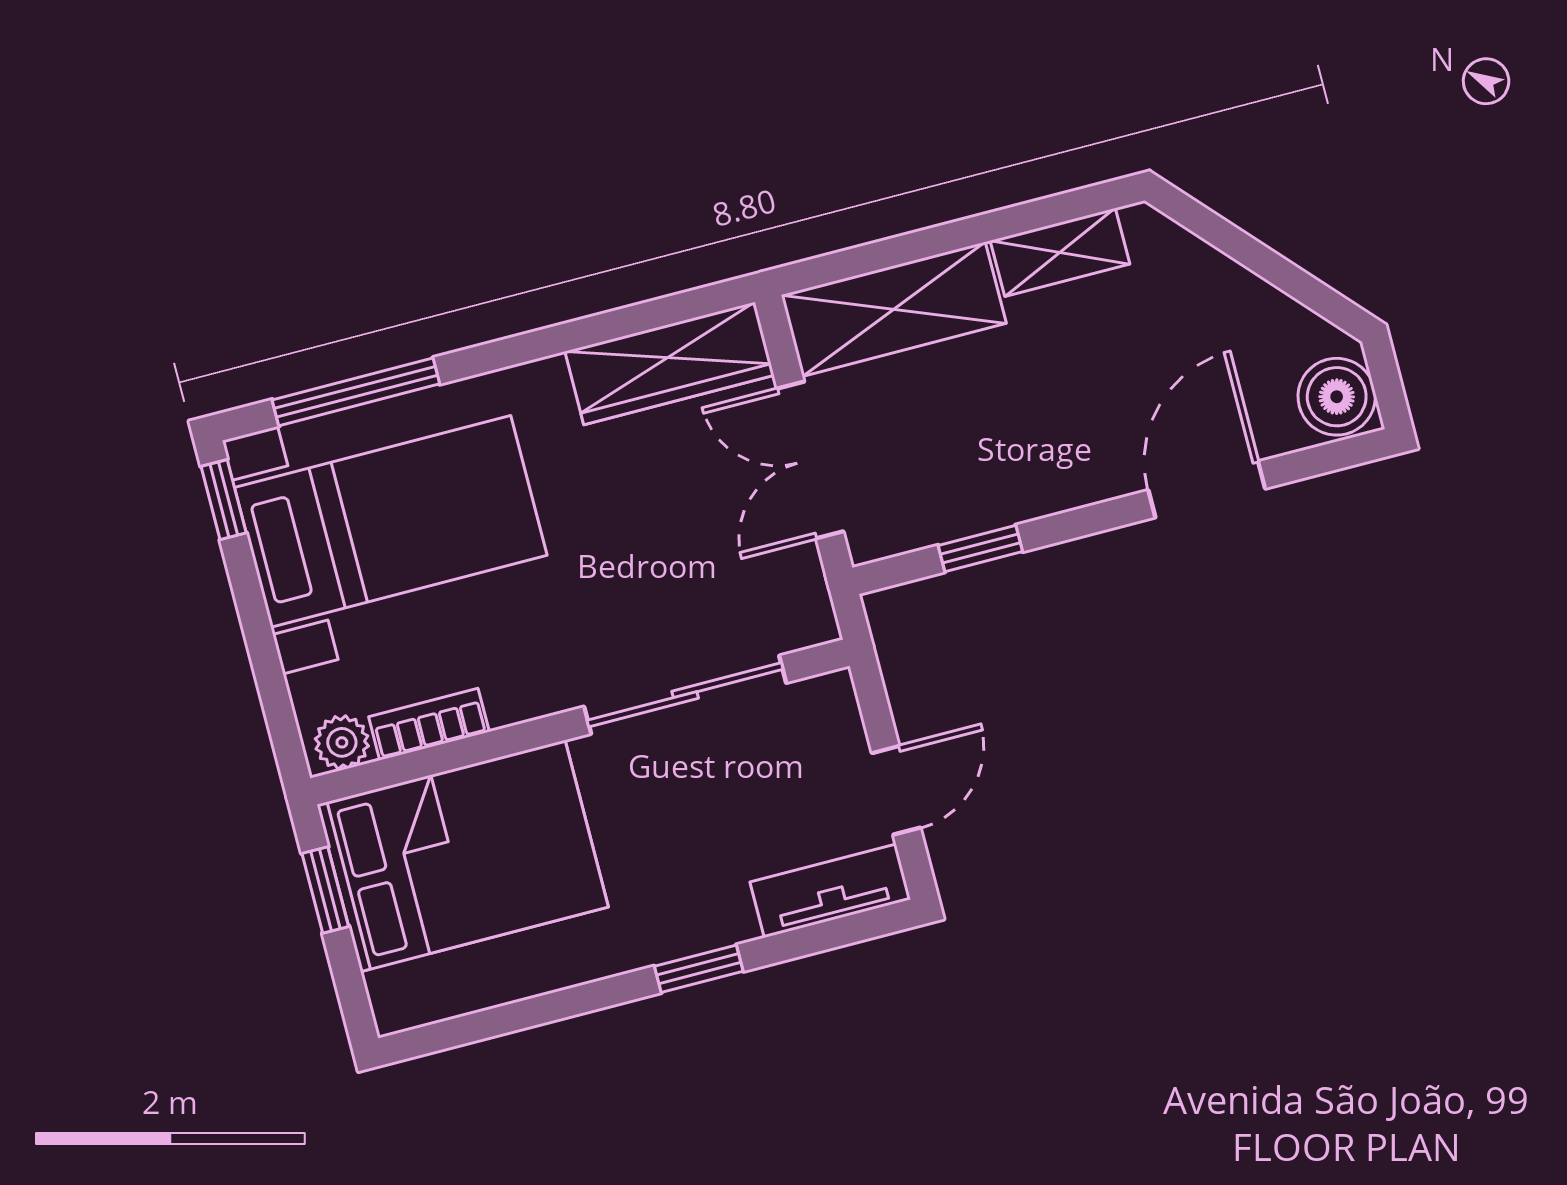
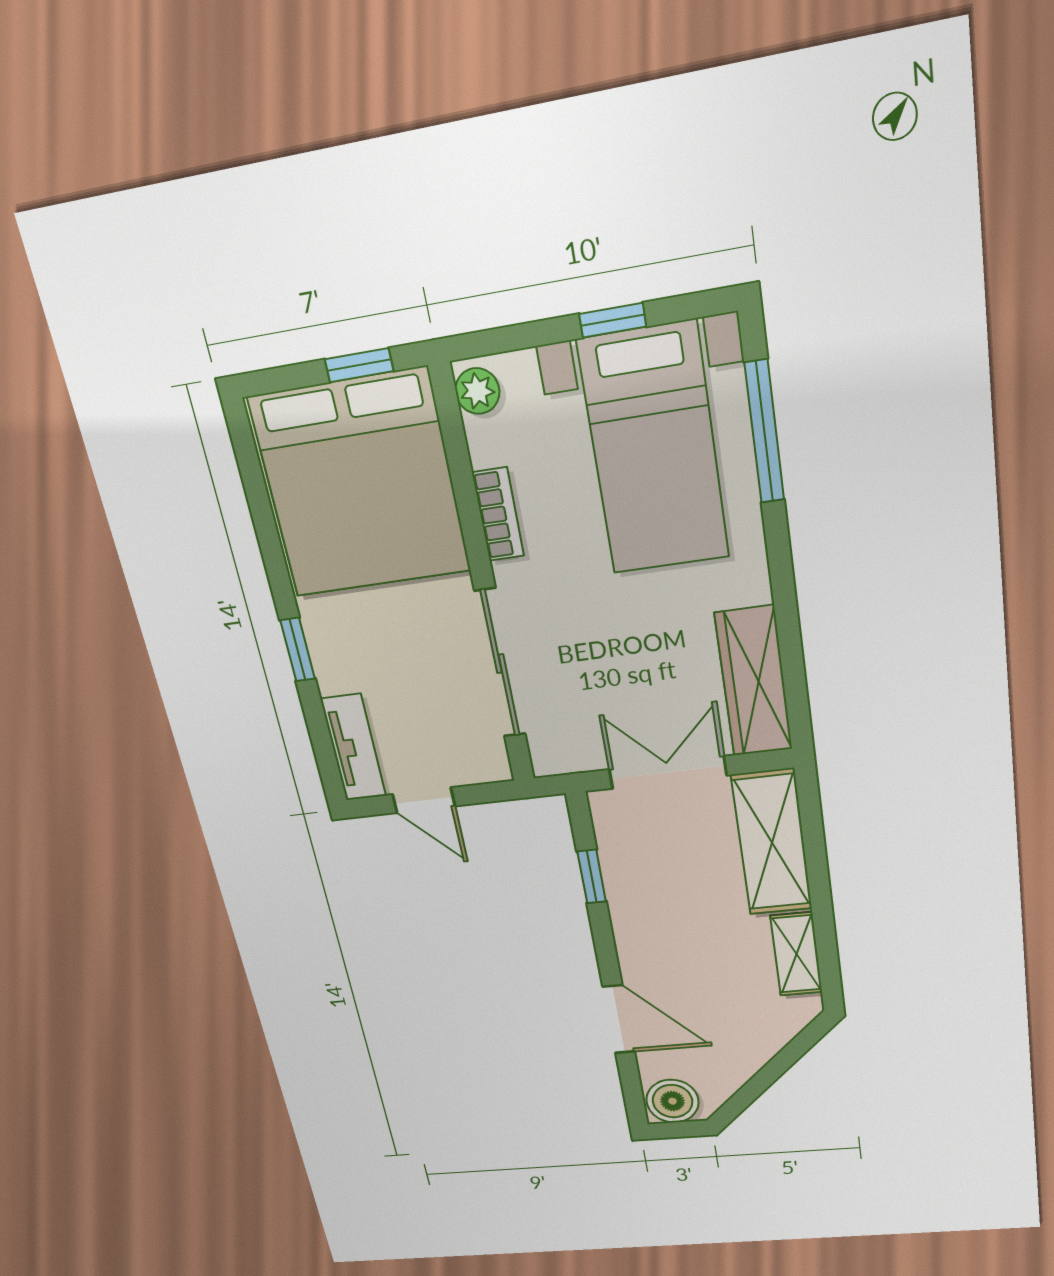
window: (224, 500) -> (613, 320), moved
bookcase: (429, 724) -> (498, 514), moved
bed: (463, 856) -> (360, 485), width x1.36

